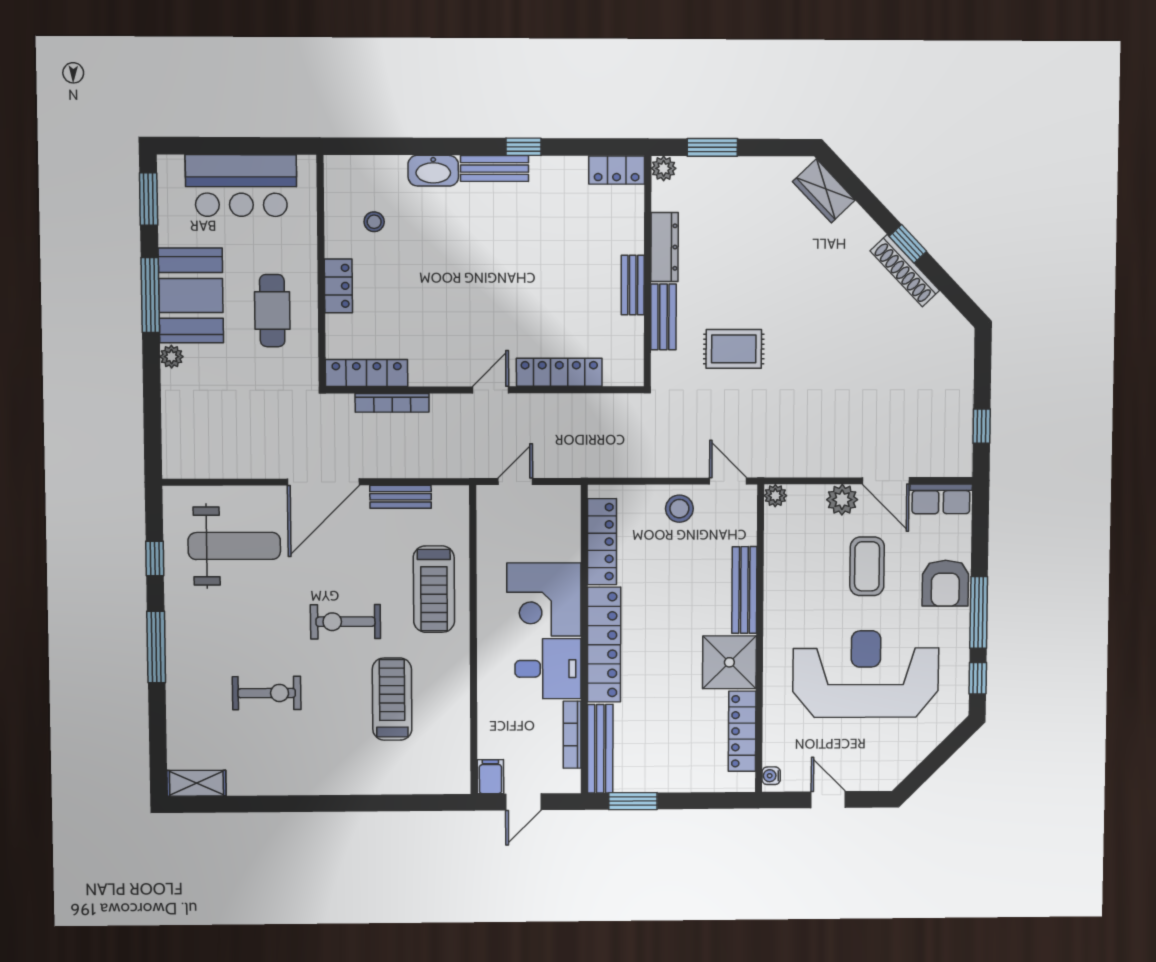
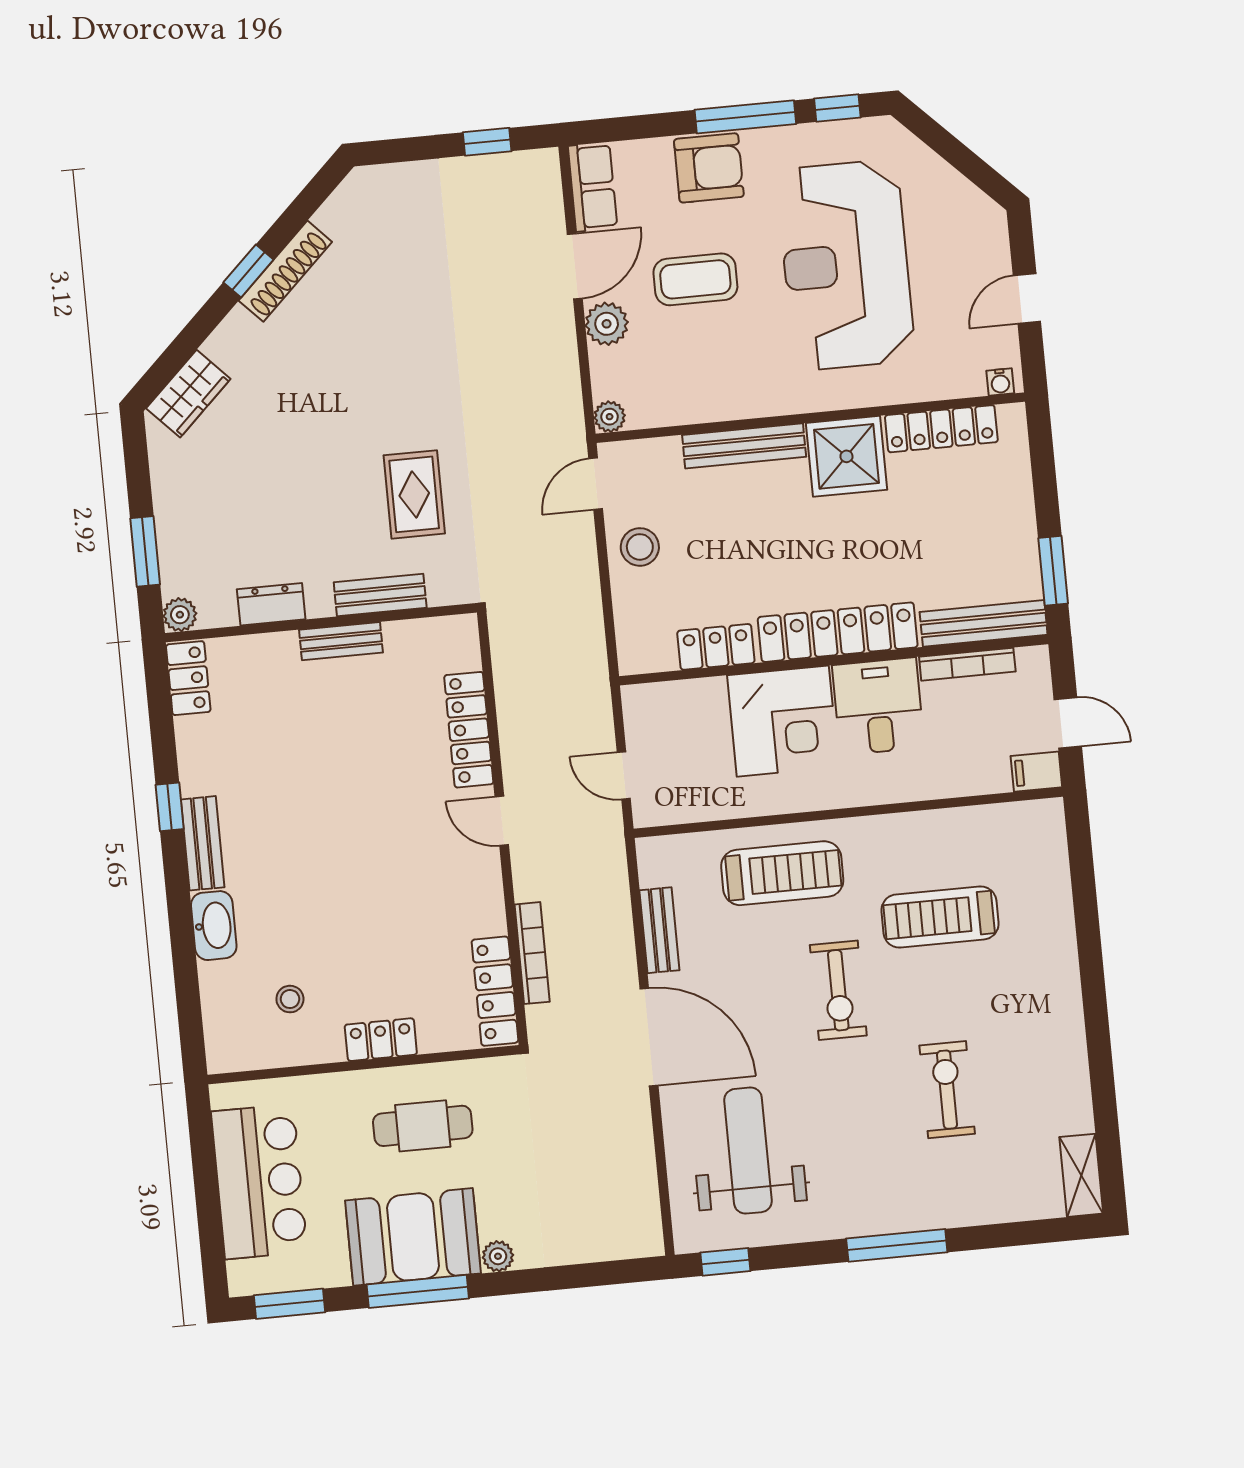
dresser: (664, 247) -> (271, 604), width x0.70
locker: (602, 542) -> (716, 647), width x0.66
window: (155, 558) -> (725, 1262), moved

